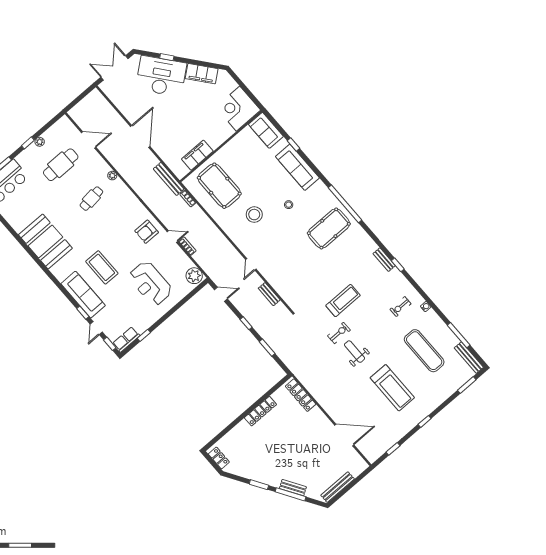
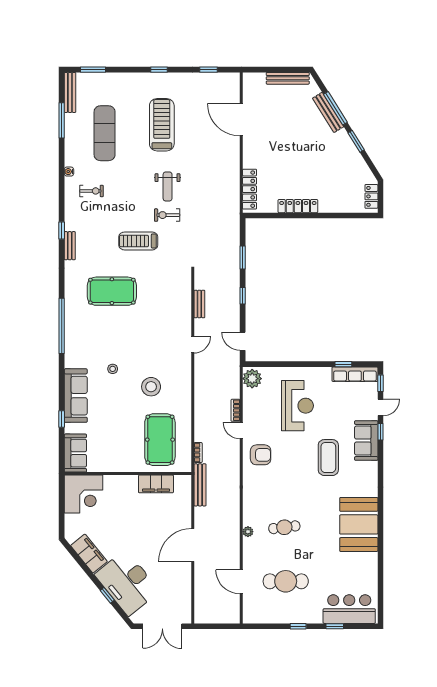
plant: (40, 142) -> (287, 618), removed
pool table: (329, 228) -> (112, 291), moved
sofa: (83, 295) -> (366, 441), width x0.73
row of seats: (126, 339) -> (355, 374), width x1.48
bench: (293, 488) -> (328, 112), width x1.36

